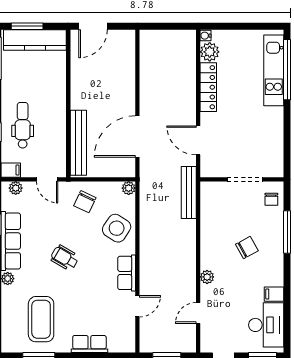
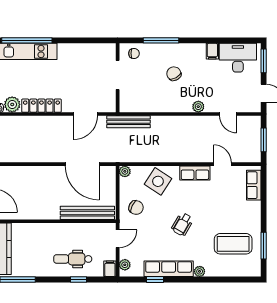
row of seats: (89, 344) -> (254, 185), moved

